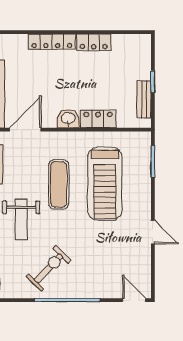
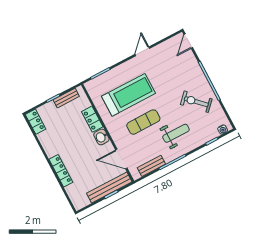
locker: (94, 42) -> (36, 122), moved

